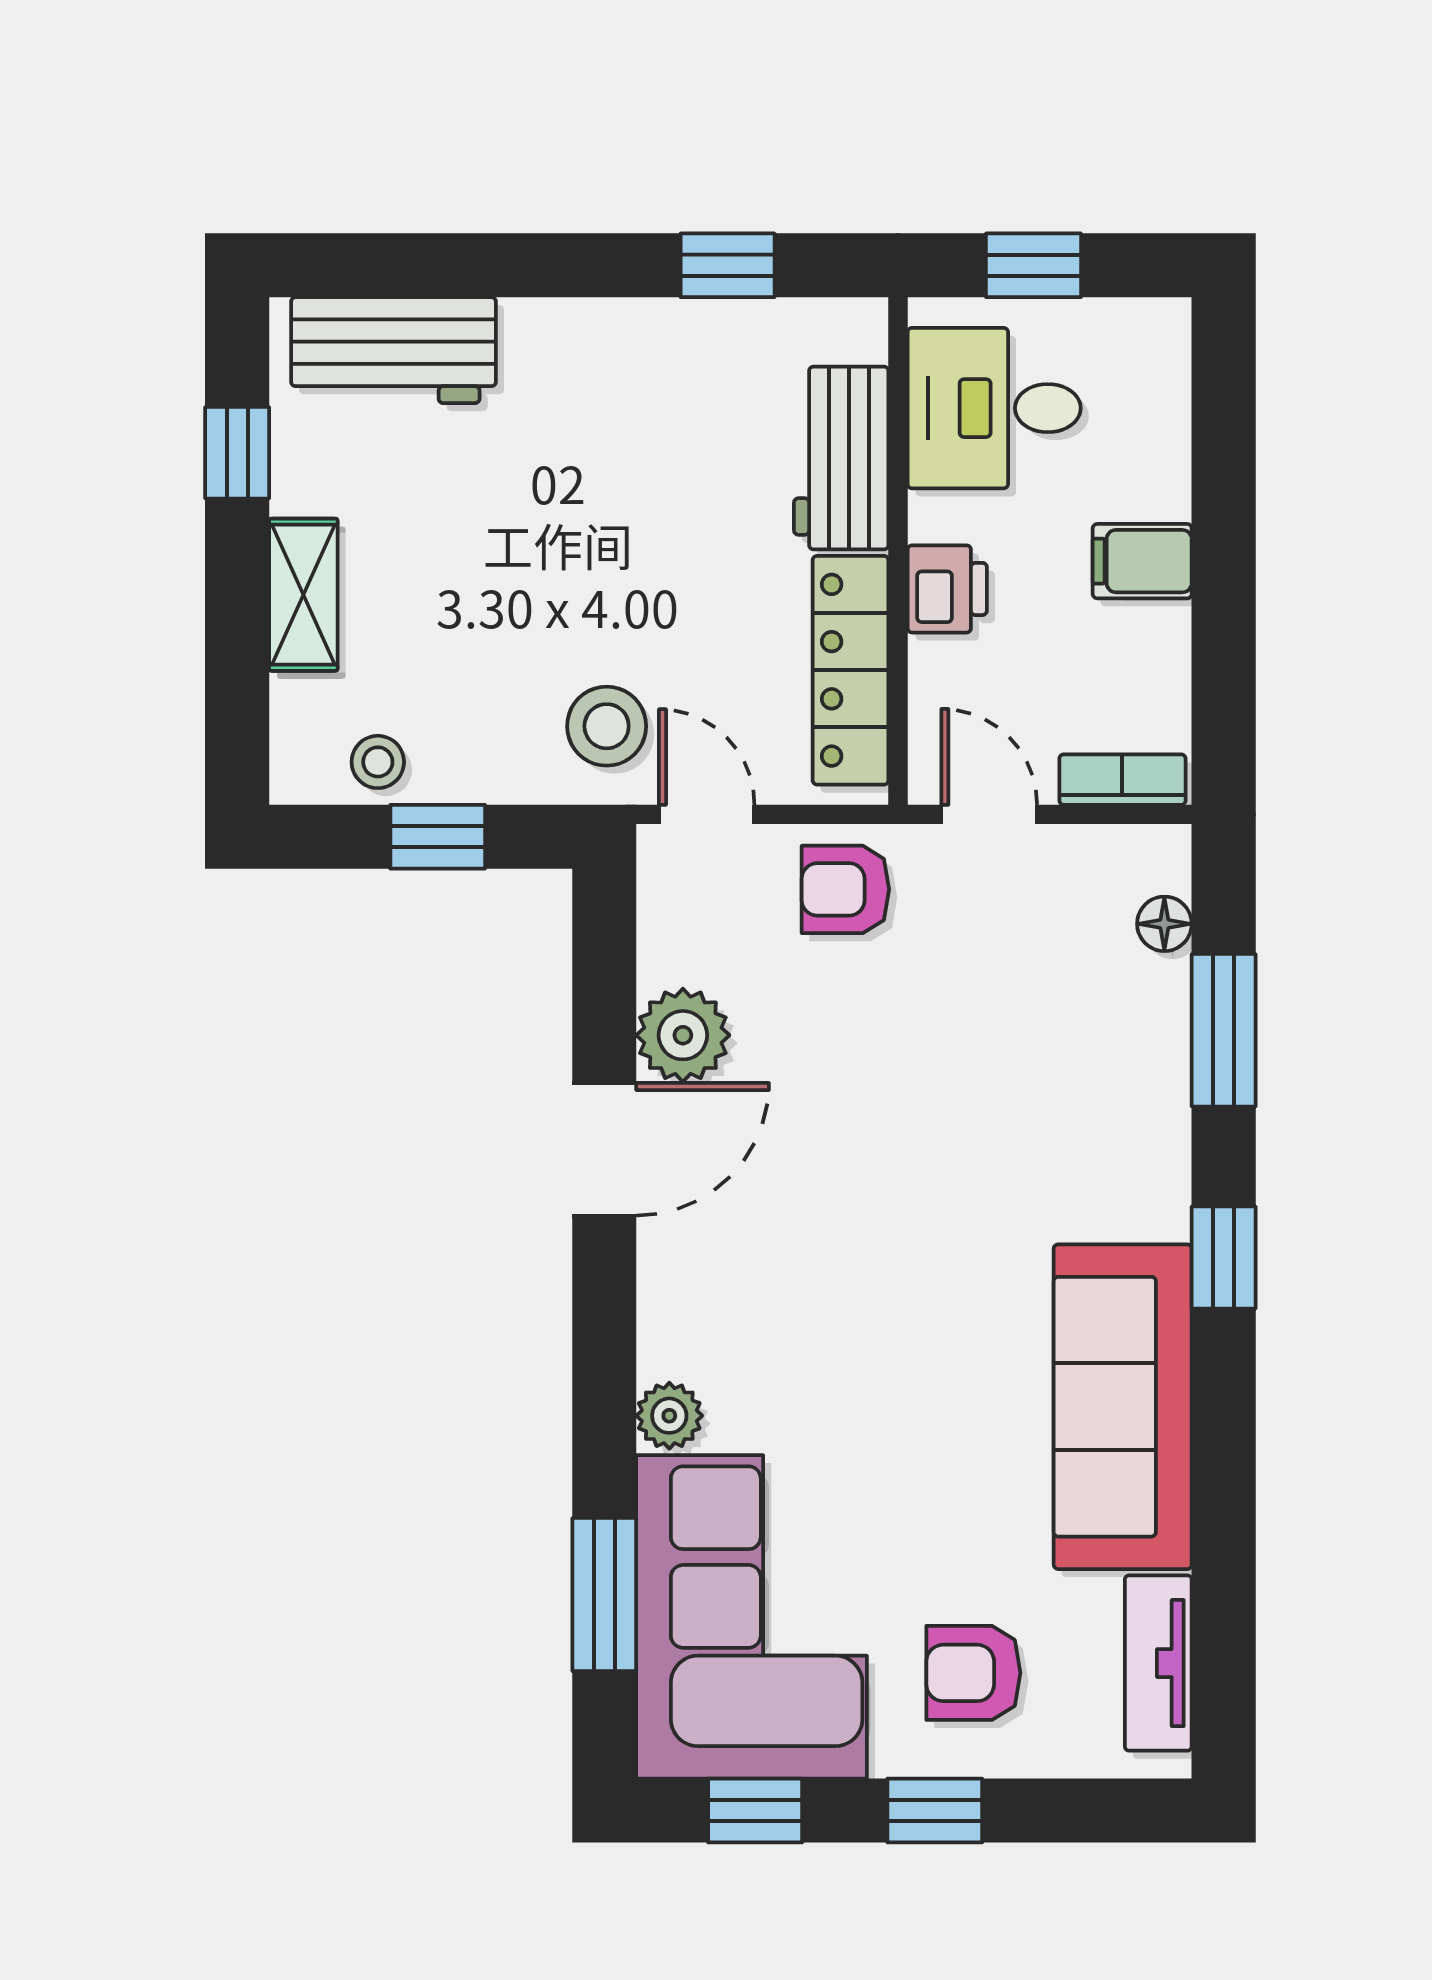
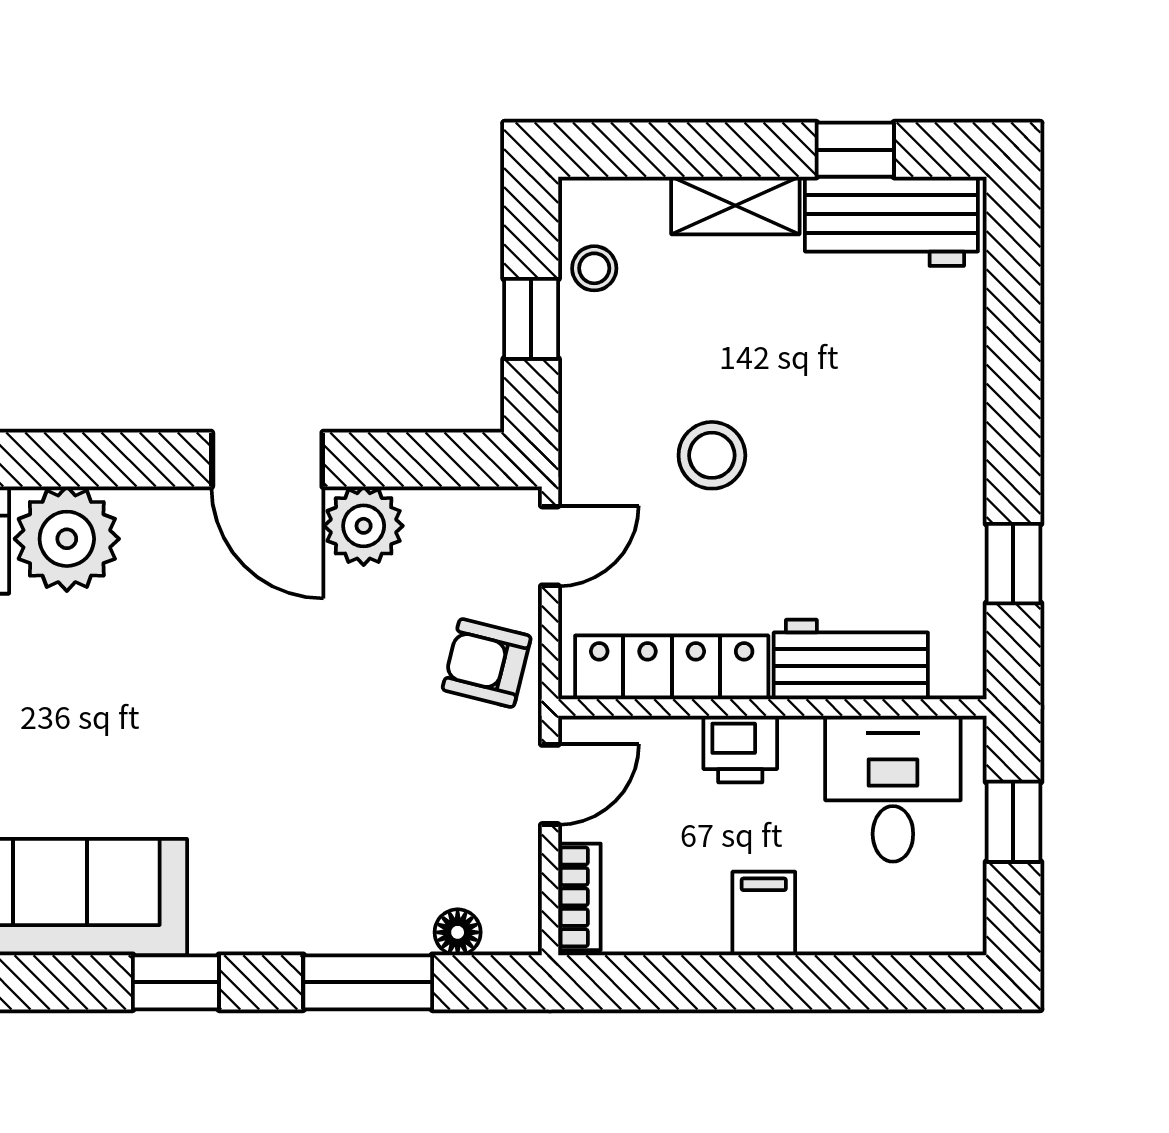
workbench: (393, 350) -> (891, 221), moved, turned -90
stool: (607, 726) -> (712, 455), moved
armchair: (845, 889) -> (487, 663), turned -76
plant: (669, 1416) -> (67, 539), width x1.88, depth x1.88

